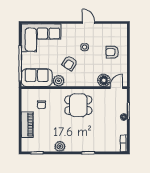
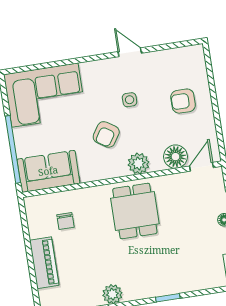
plant: (59, 81) -> (138, 163), moved
dining table: (78, 105) -> (135, 211), turned 90

